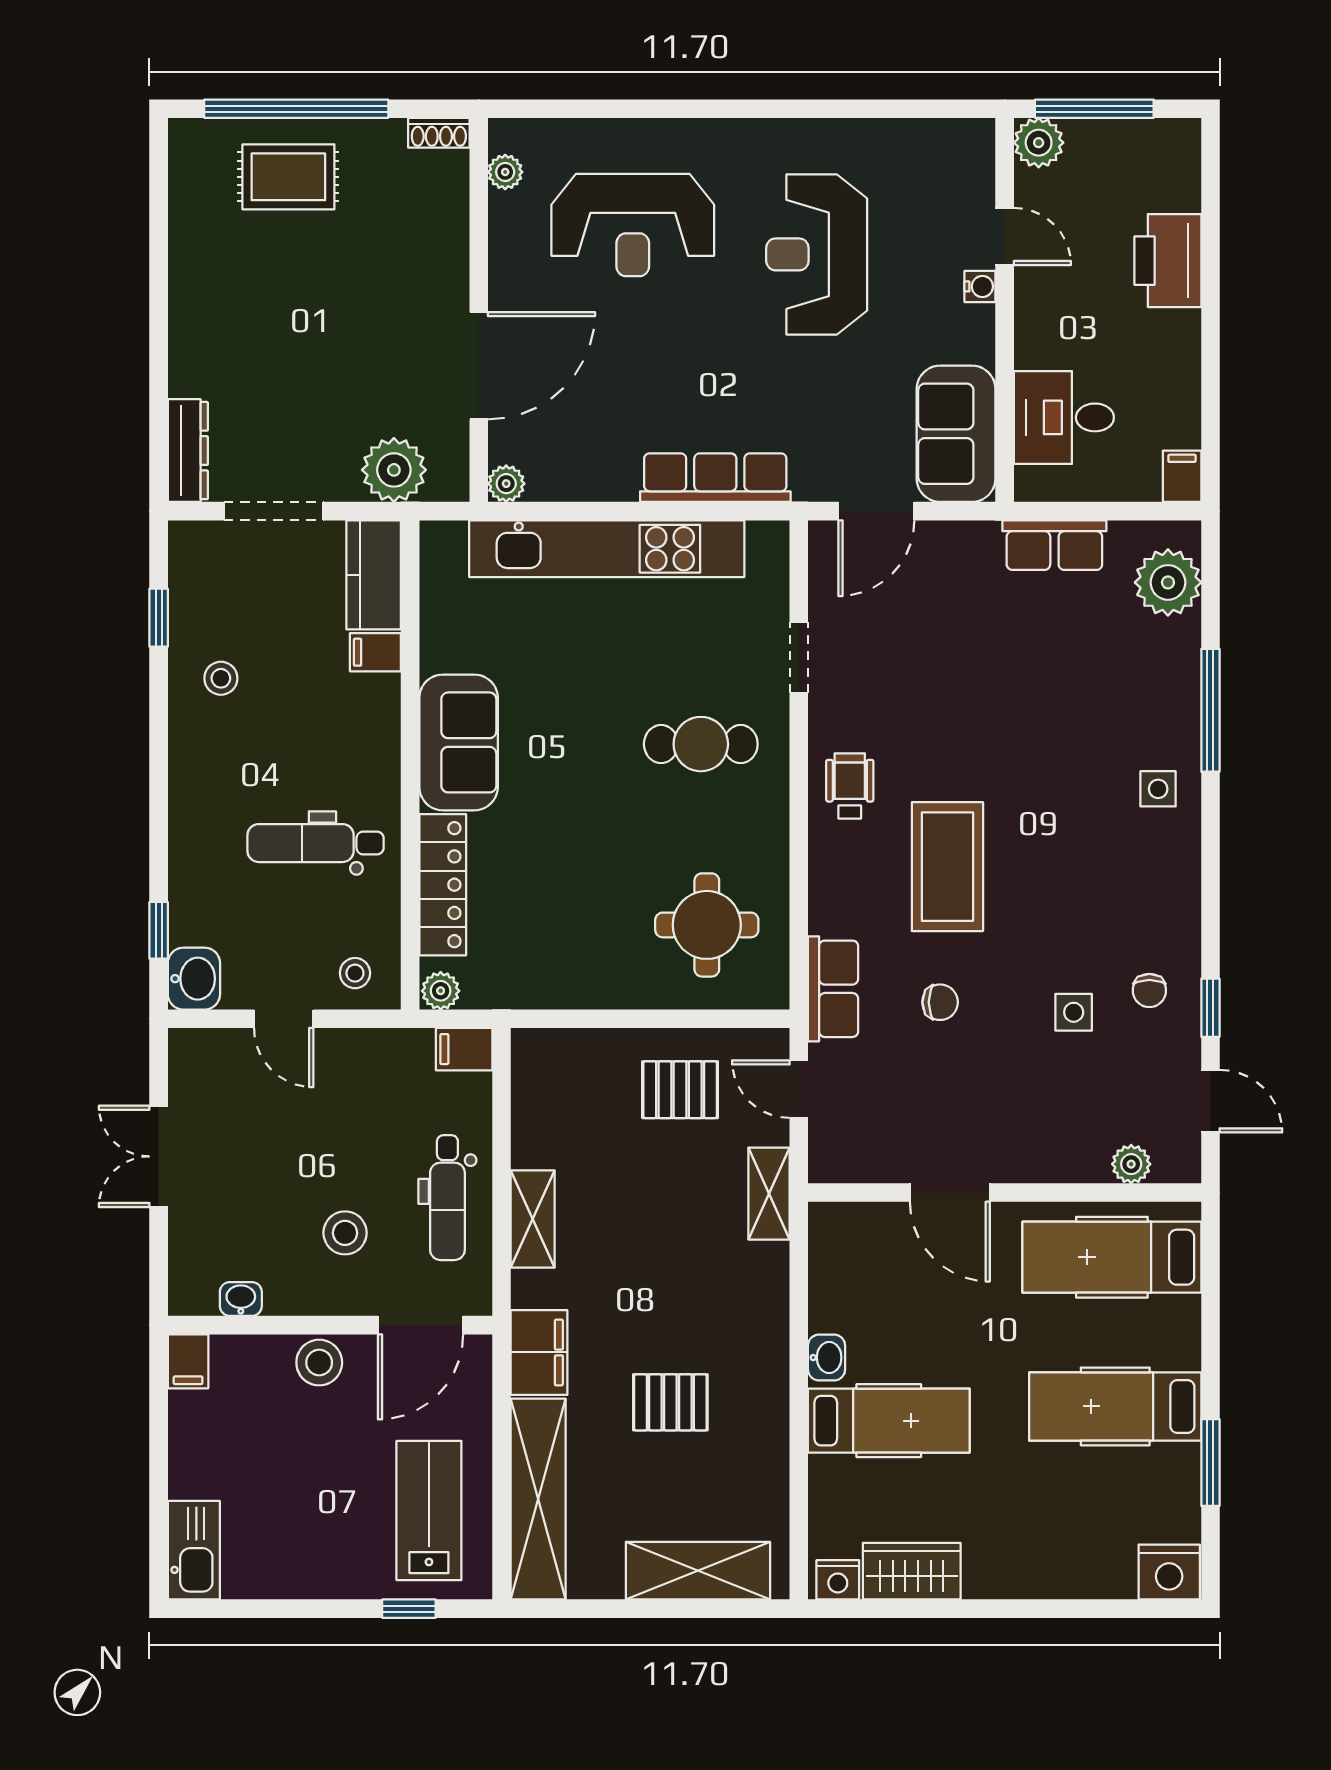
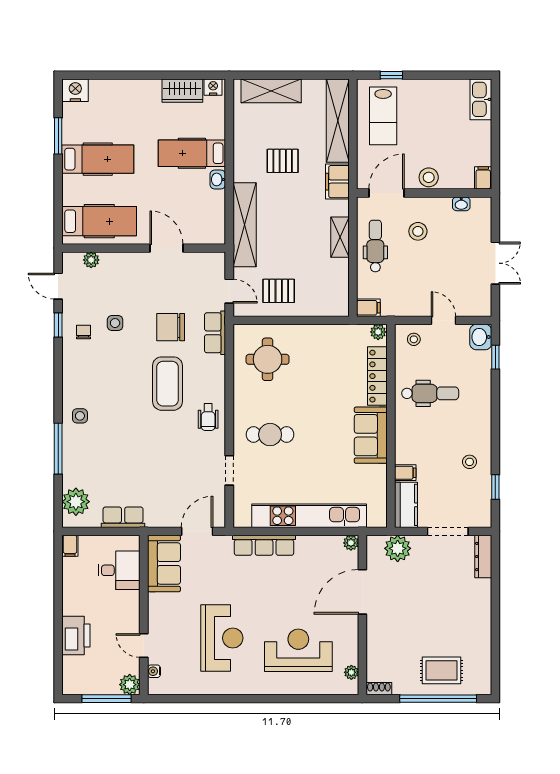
water cooler: (980, 286) -> (154, 671), moved
chair: (940, 1002) -> (171, 327), width x1.87, depth x1.87
shelving: (769, 1194) -> (245, 225), width x2.20, depth x1.33

